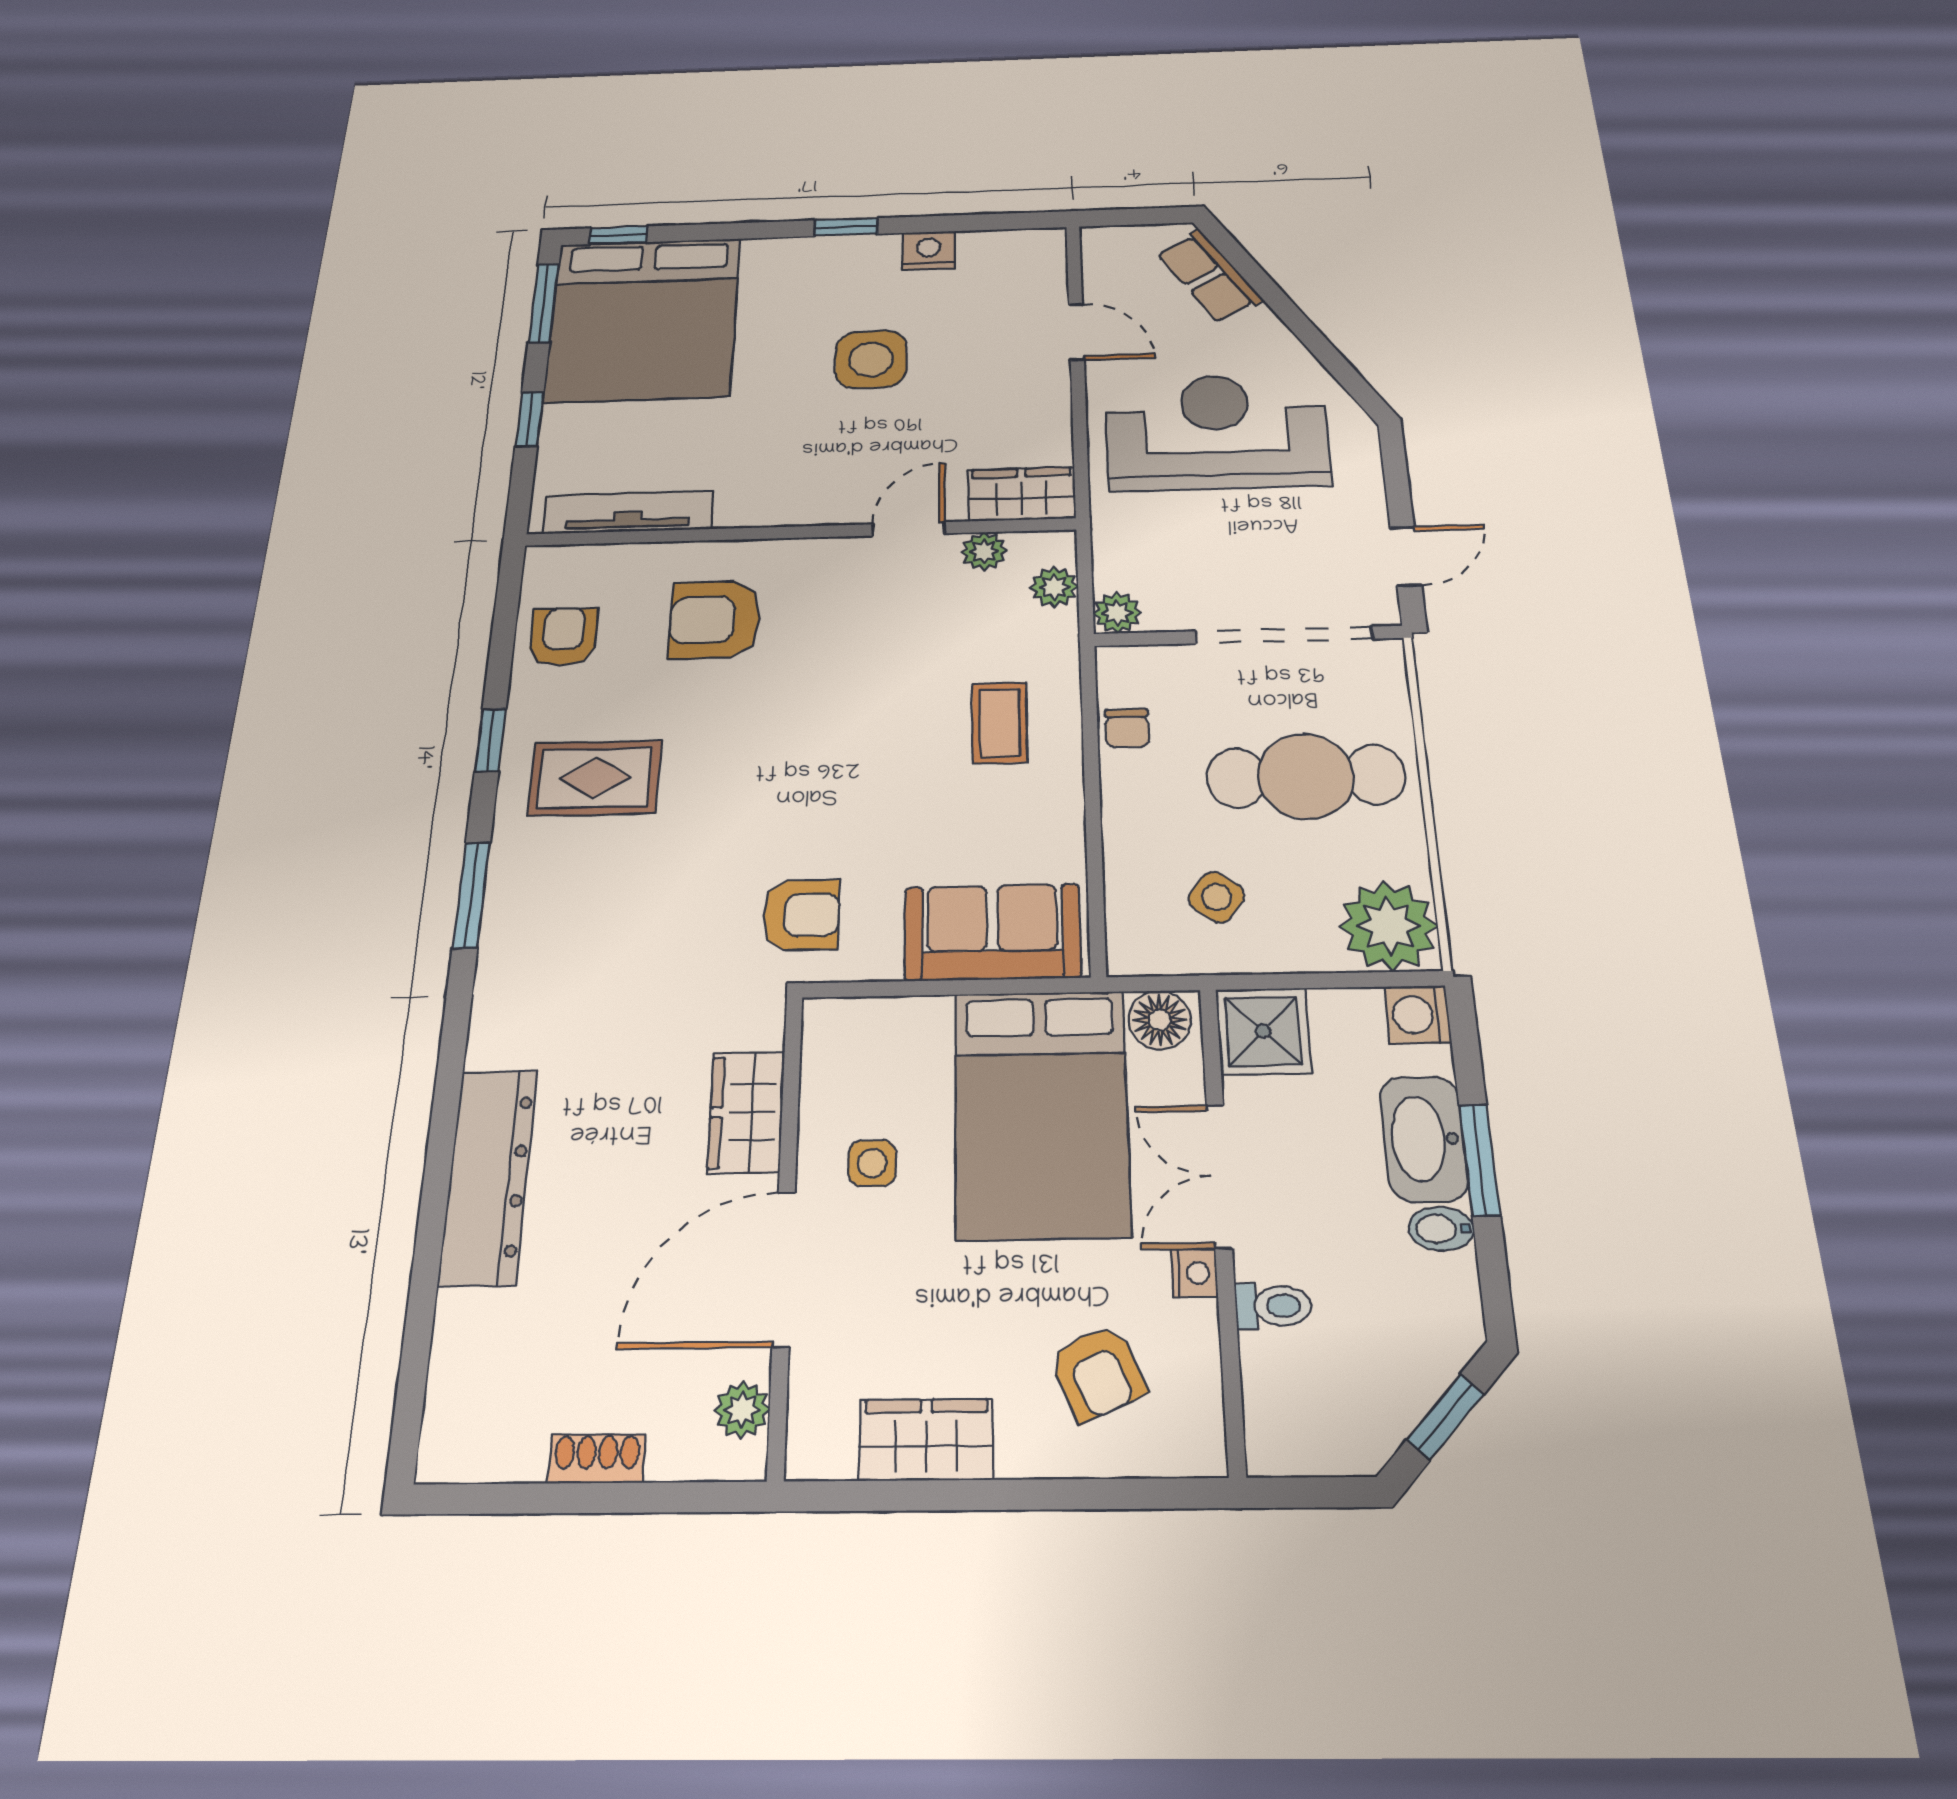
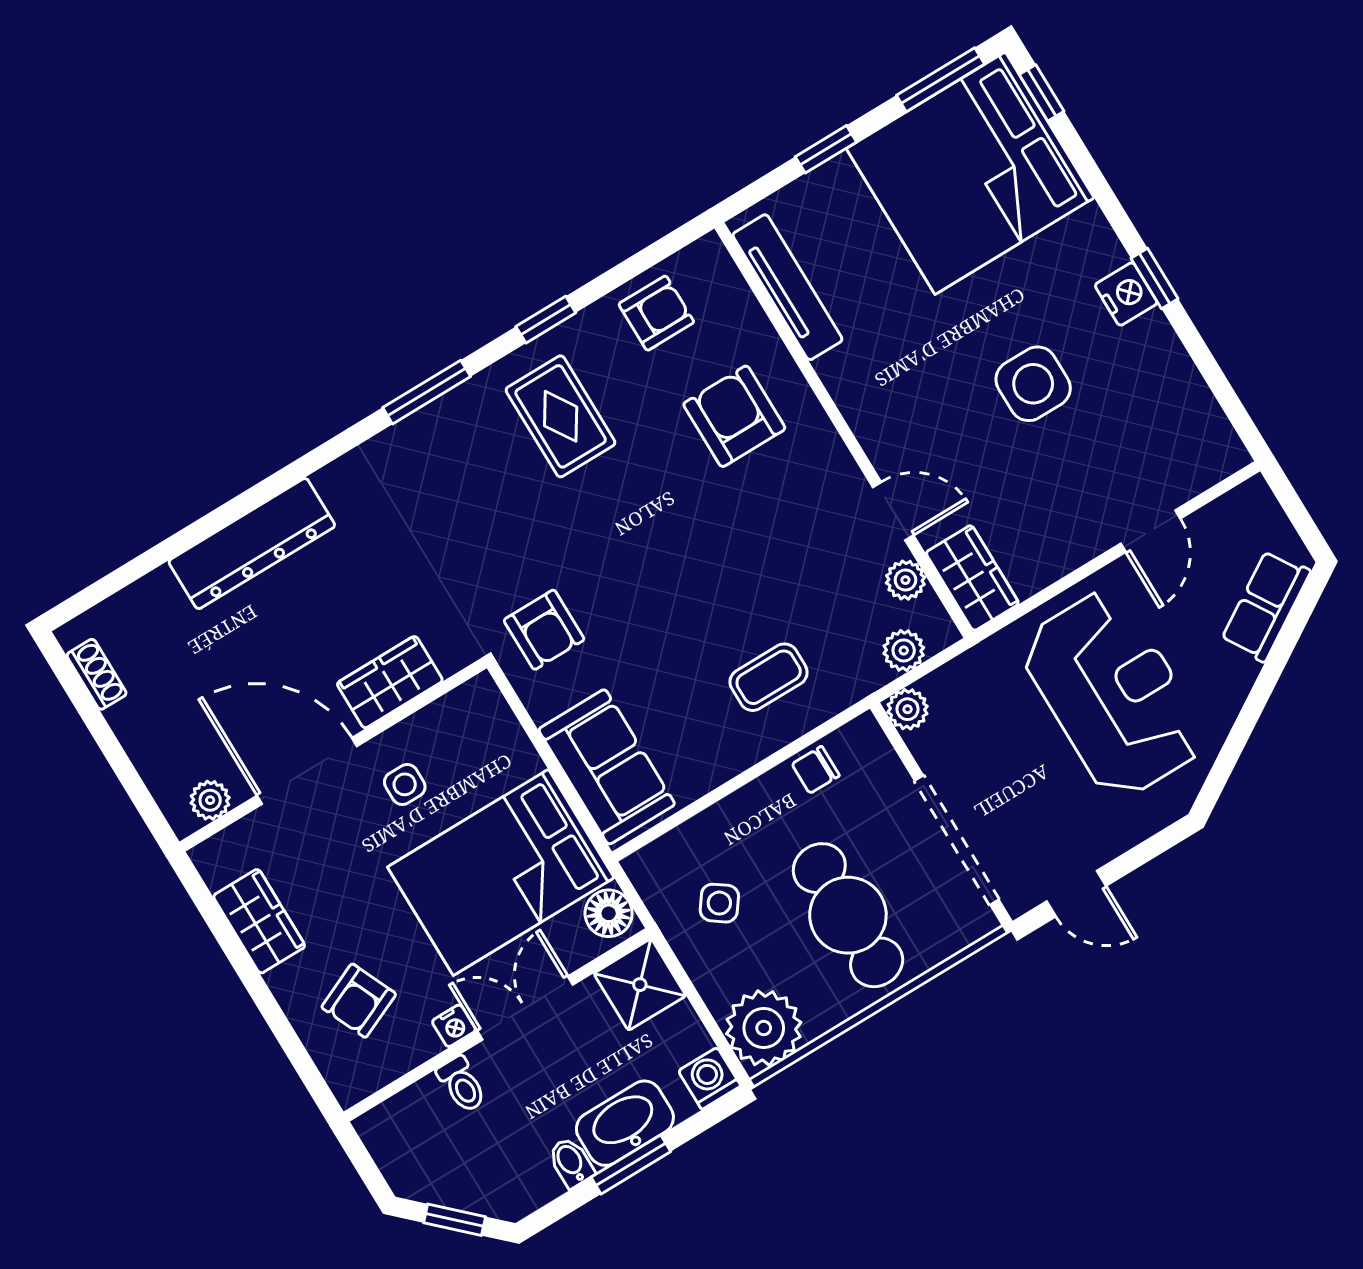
nightstand: (929, 250) -> (1126, 294), moved
shoe rack: (597, 1459) -> (97, 674), moved

